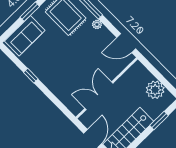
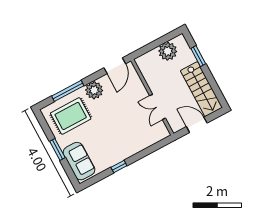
plant: (97, 24) -> (94, 90), width x1.88, depth x1.88
double door: (99, 96) -> (158, 107), width x0.73

